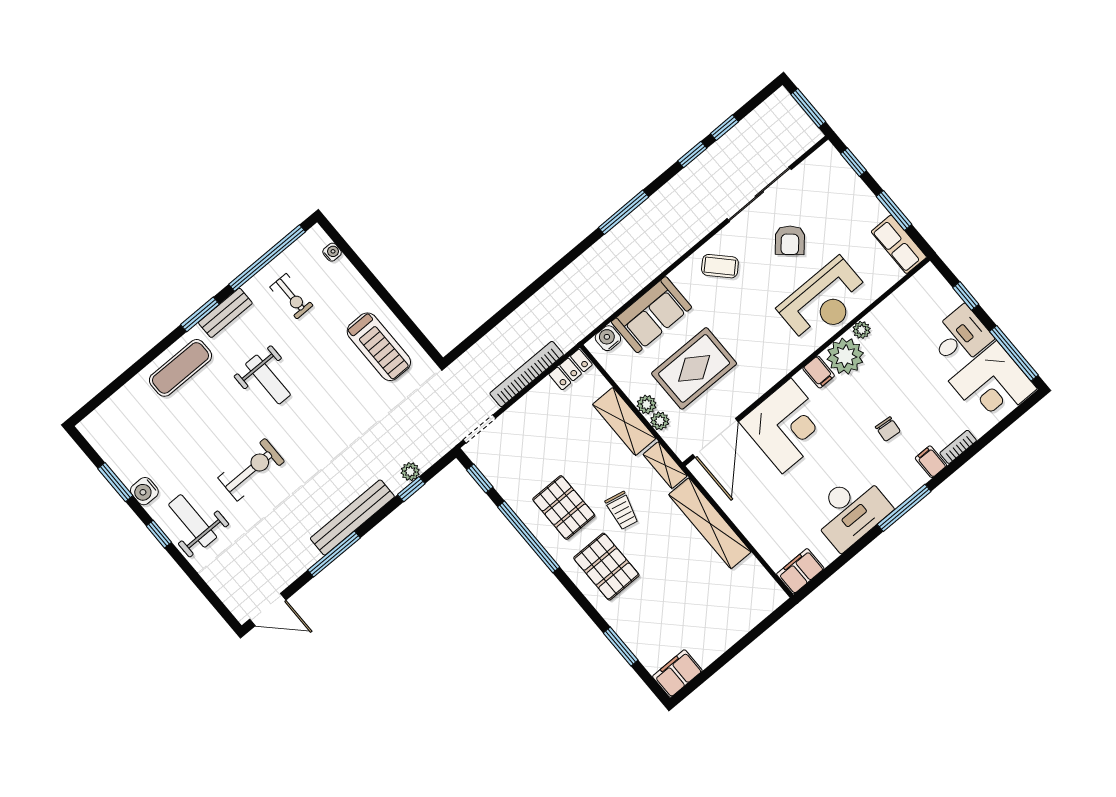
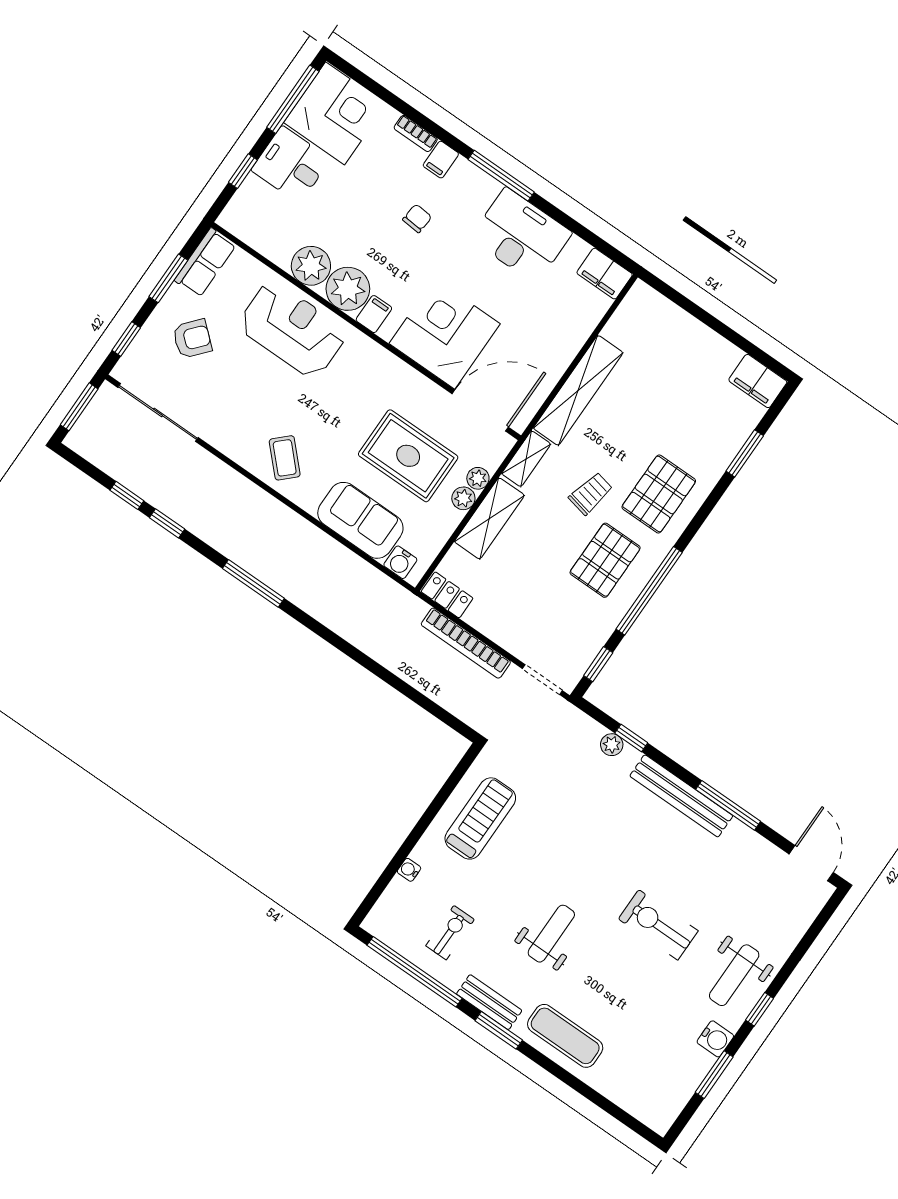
sliding door: (759, 194) -> (158, 412), moved
armchair: (790, 240) -> (192, 339), moved
water cooler: (332, 252) -> (409, 870), moved
plant: (862, 330) -> (311, 266), width x1.87, depth x1.87

